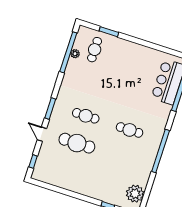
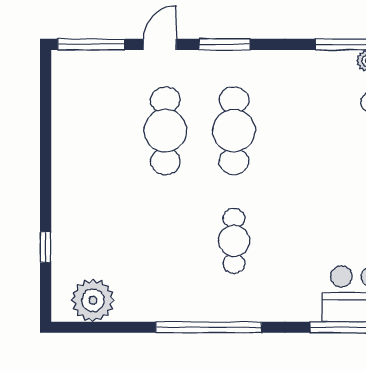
cafe table: (86, 116) -> (234, 131), width x1.37, depth x1.35
window: (33, 161) -> (91, 44), width x2.17

